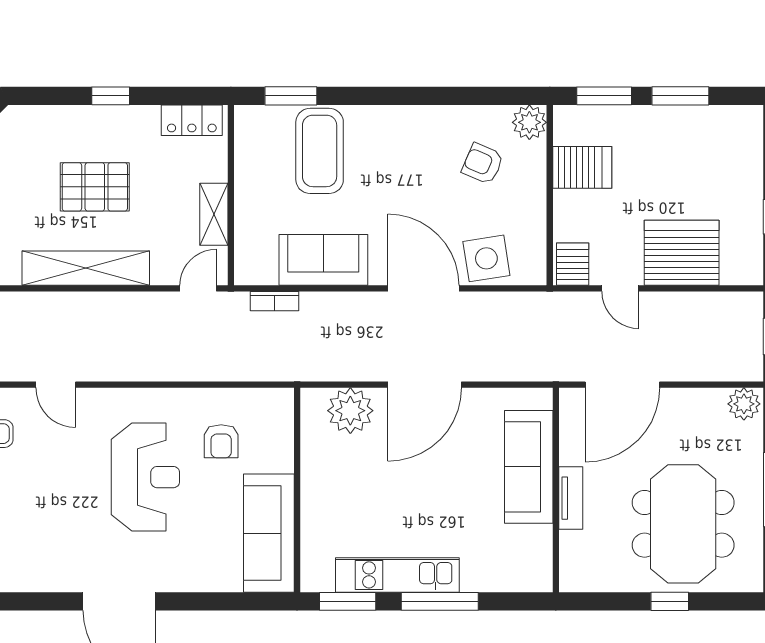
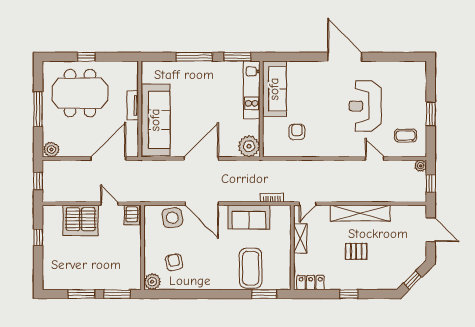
armchair: (483, 164) -> (174, 262), turned -124
server rack: (582, 167) -> (127, 261), removed
pallet: (95, 187) -> (356, 251), width x0.67, depth x0.71
plant: (350, 411) -> (249, 146), moved
sofa: (529, 467) -> (155, 120), width x1.36, depth x1.27
reception desk: (145, 477) -> (365, 106), moved
meeting table: (683, 524) -> (80, 93), turned 90
kitchen unit: (397, 575) -> (252, 90), moved, turned 90

